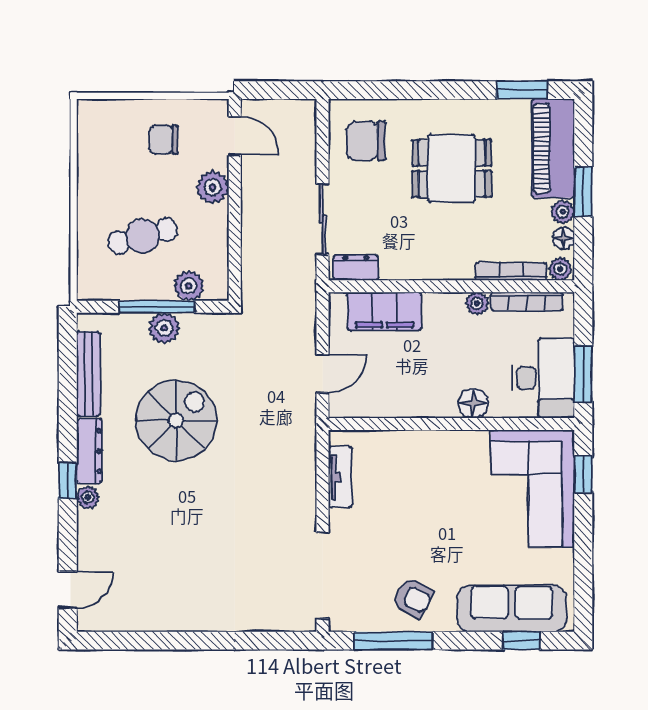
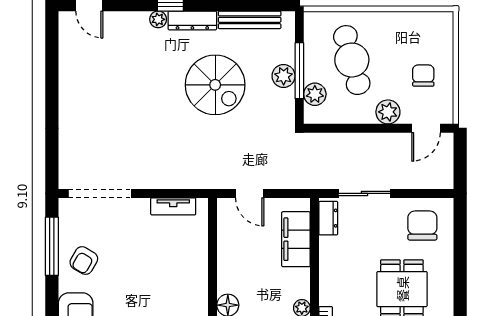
cafe table: (143, 236) -> (352, 60), width x1.37, depth x1.35

